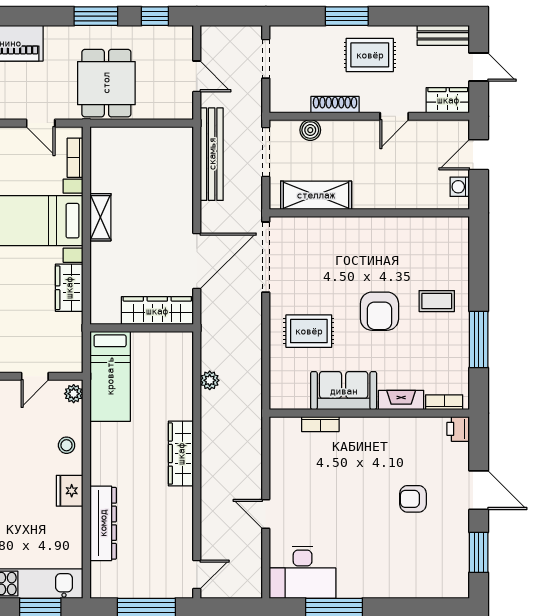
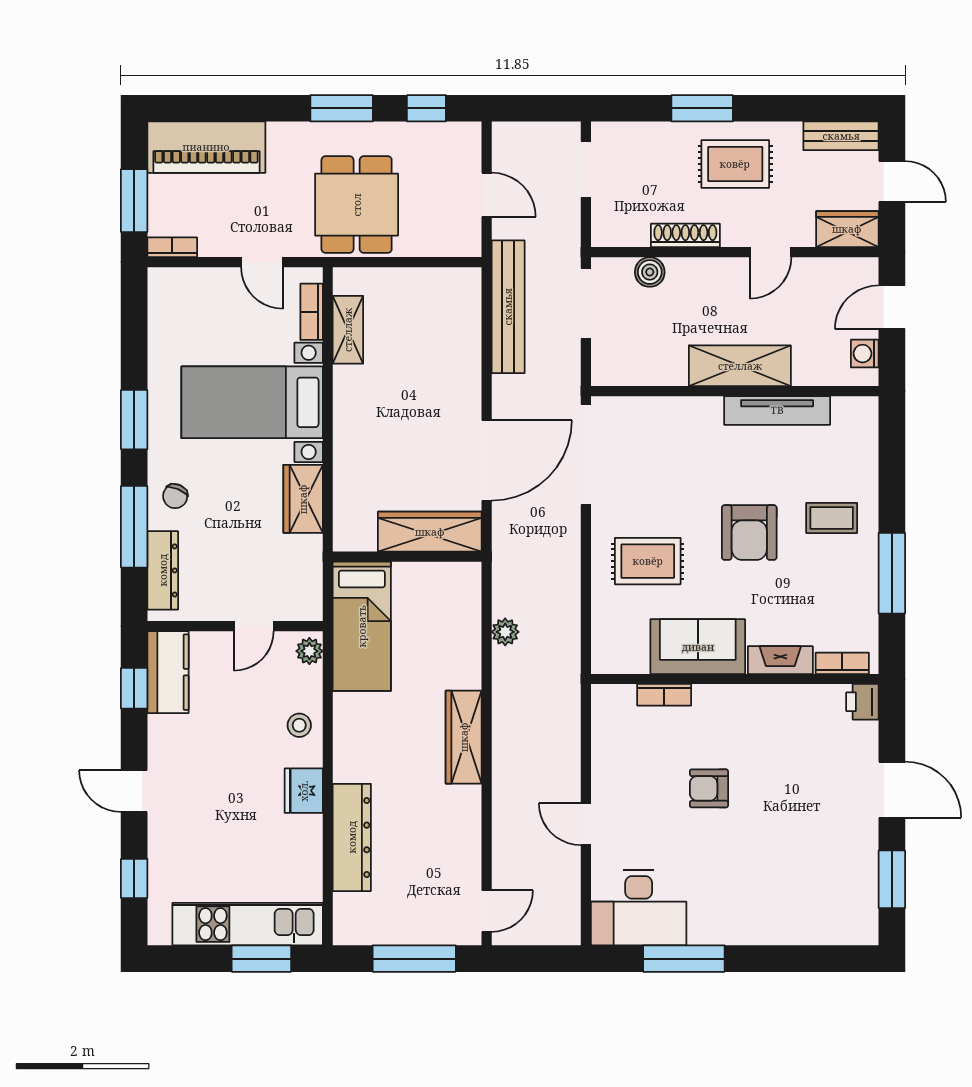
shelving: (316, 195) -> (740, 366), moved
shelving: (100, 217) -> (348, 330), moved
tv unit: (399, 226) -> (777, 410), added
armchair: (413, 499) -> (709, 788), moved

